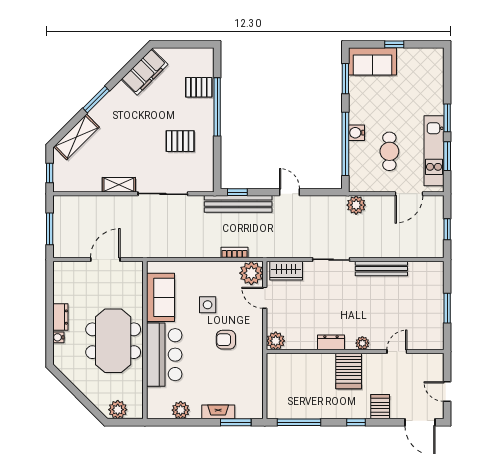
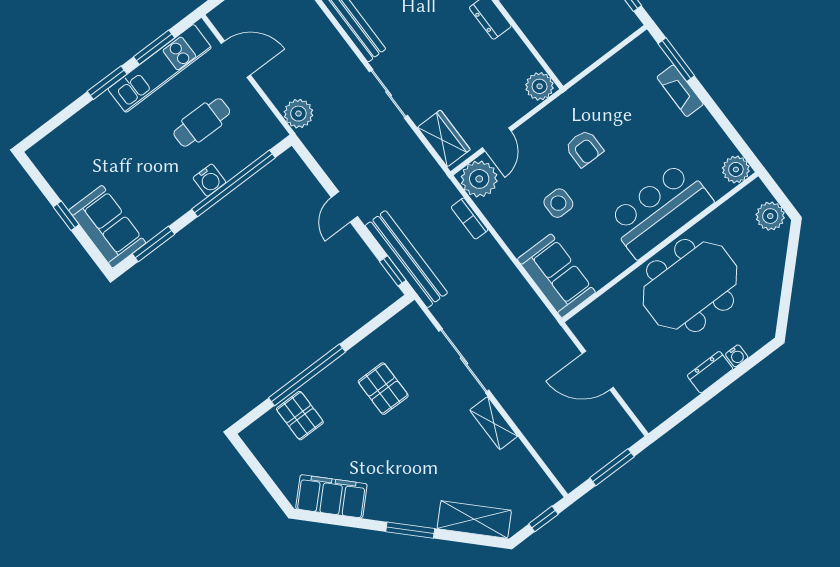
sofa: (160, 297) -> (556, 276), moved, turned 90
plant: (181, 410) -> (736, 169), moved

